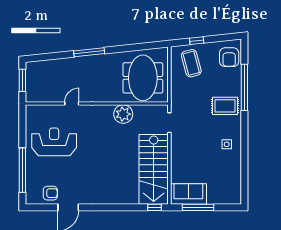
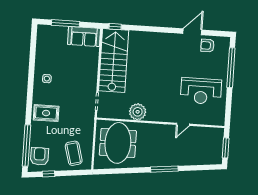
window: (197, 41) -> (49, 174), moved
window: (244, 87) -> (26, 146), moved
window: (198, 207) -> (65, 23), moved

